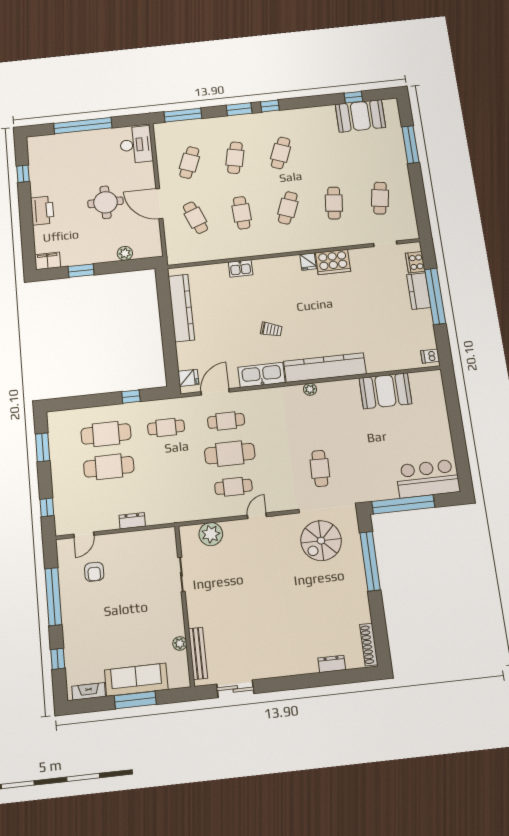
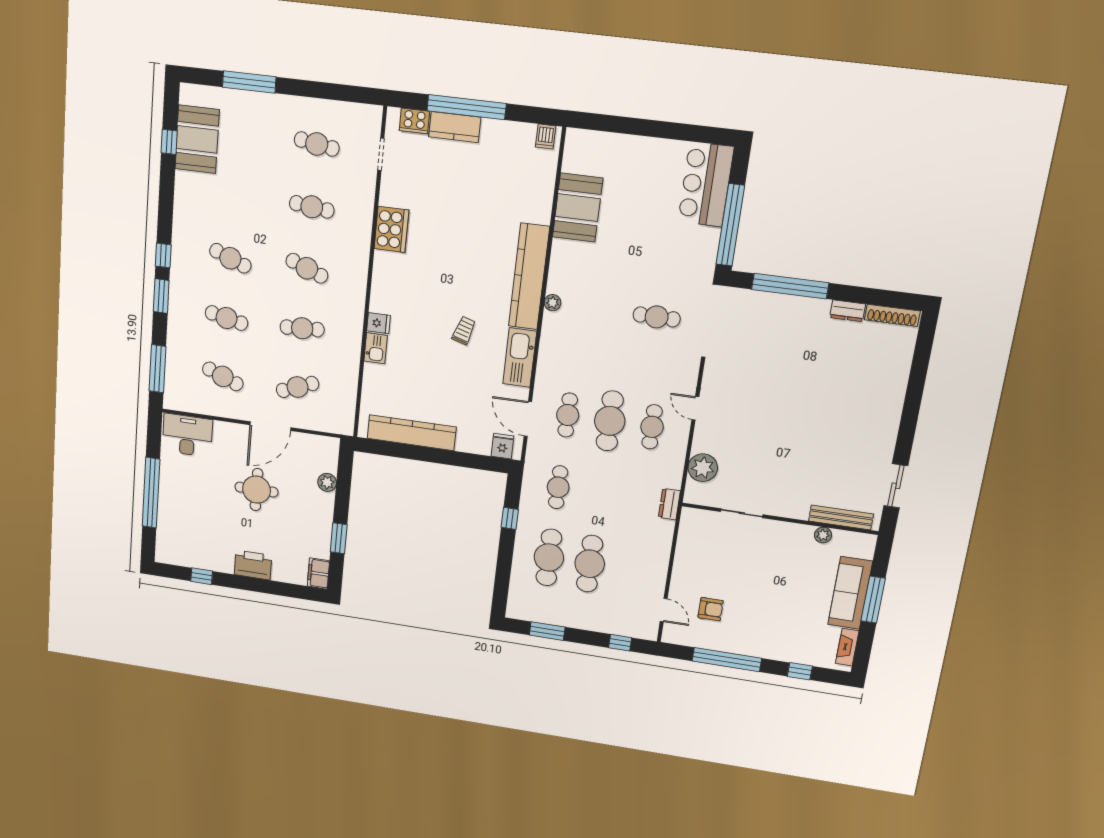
fridge: (308, 262) -> (378, 323), moved
dresser: (132, 521) -> (669, 504), moved
spiral stairs: (321, 541) -> (747, 339), removed
dresser: (332, 664) -> (848, 311), moved, turned -90

